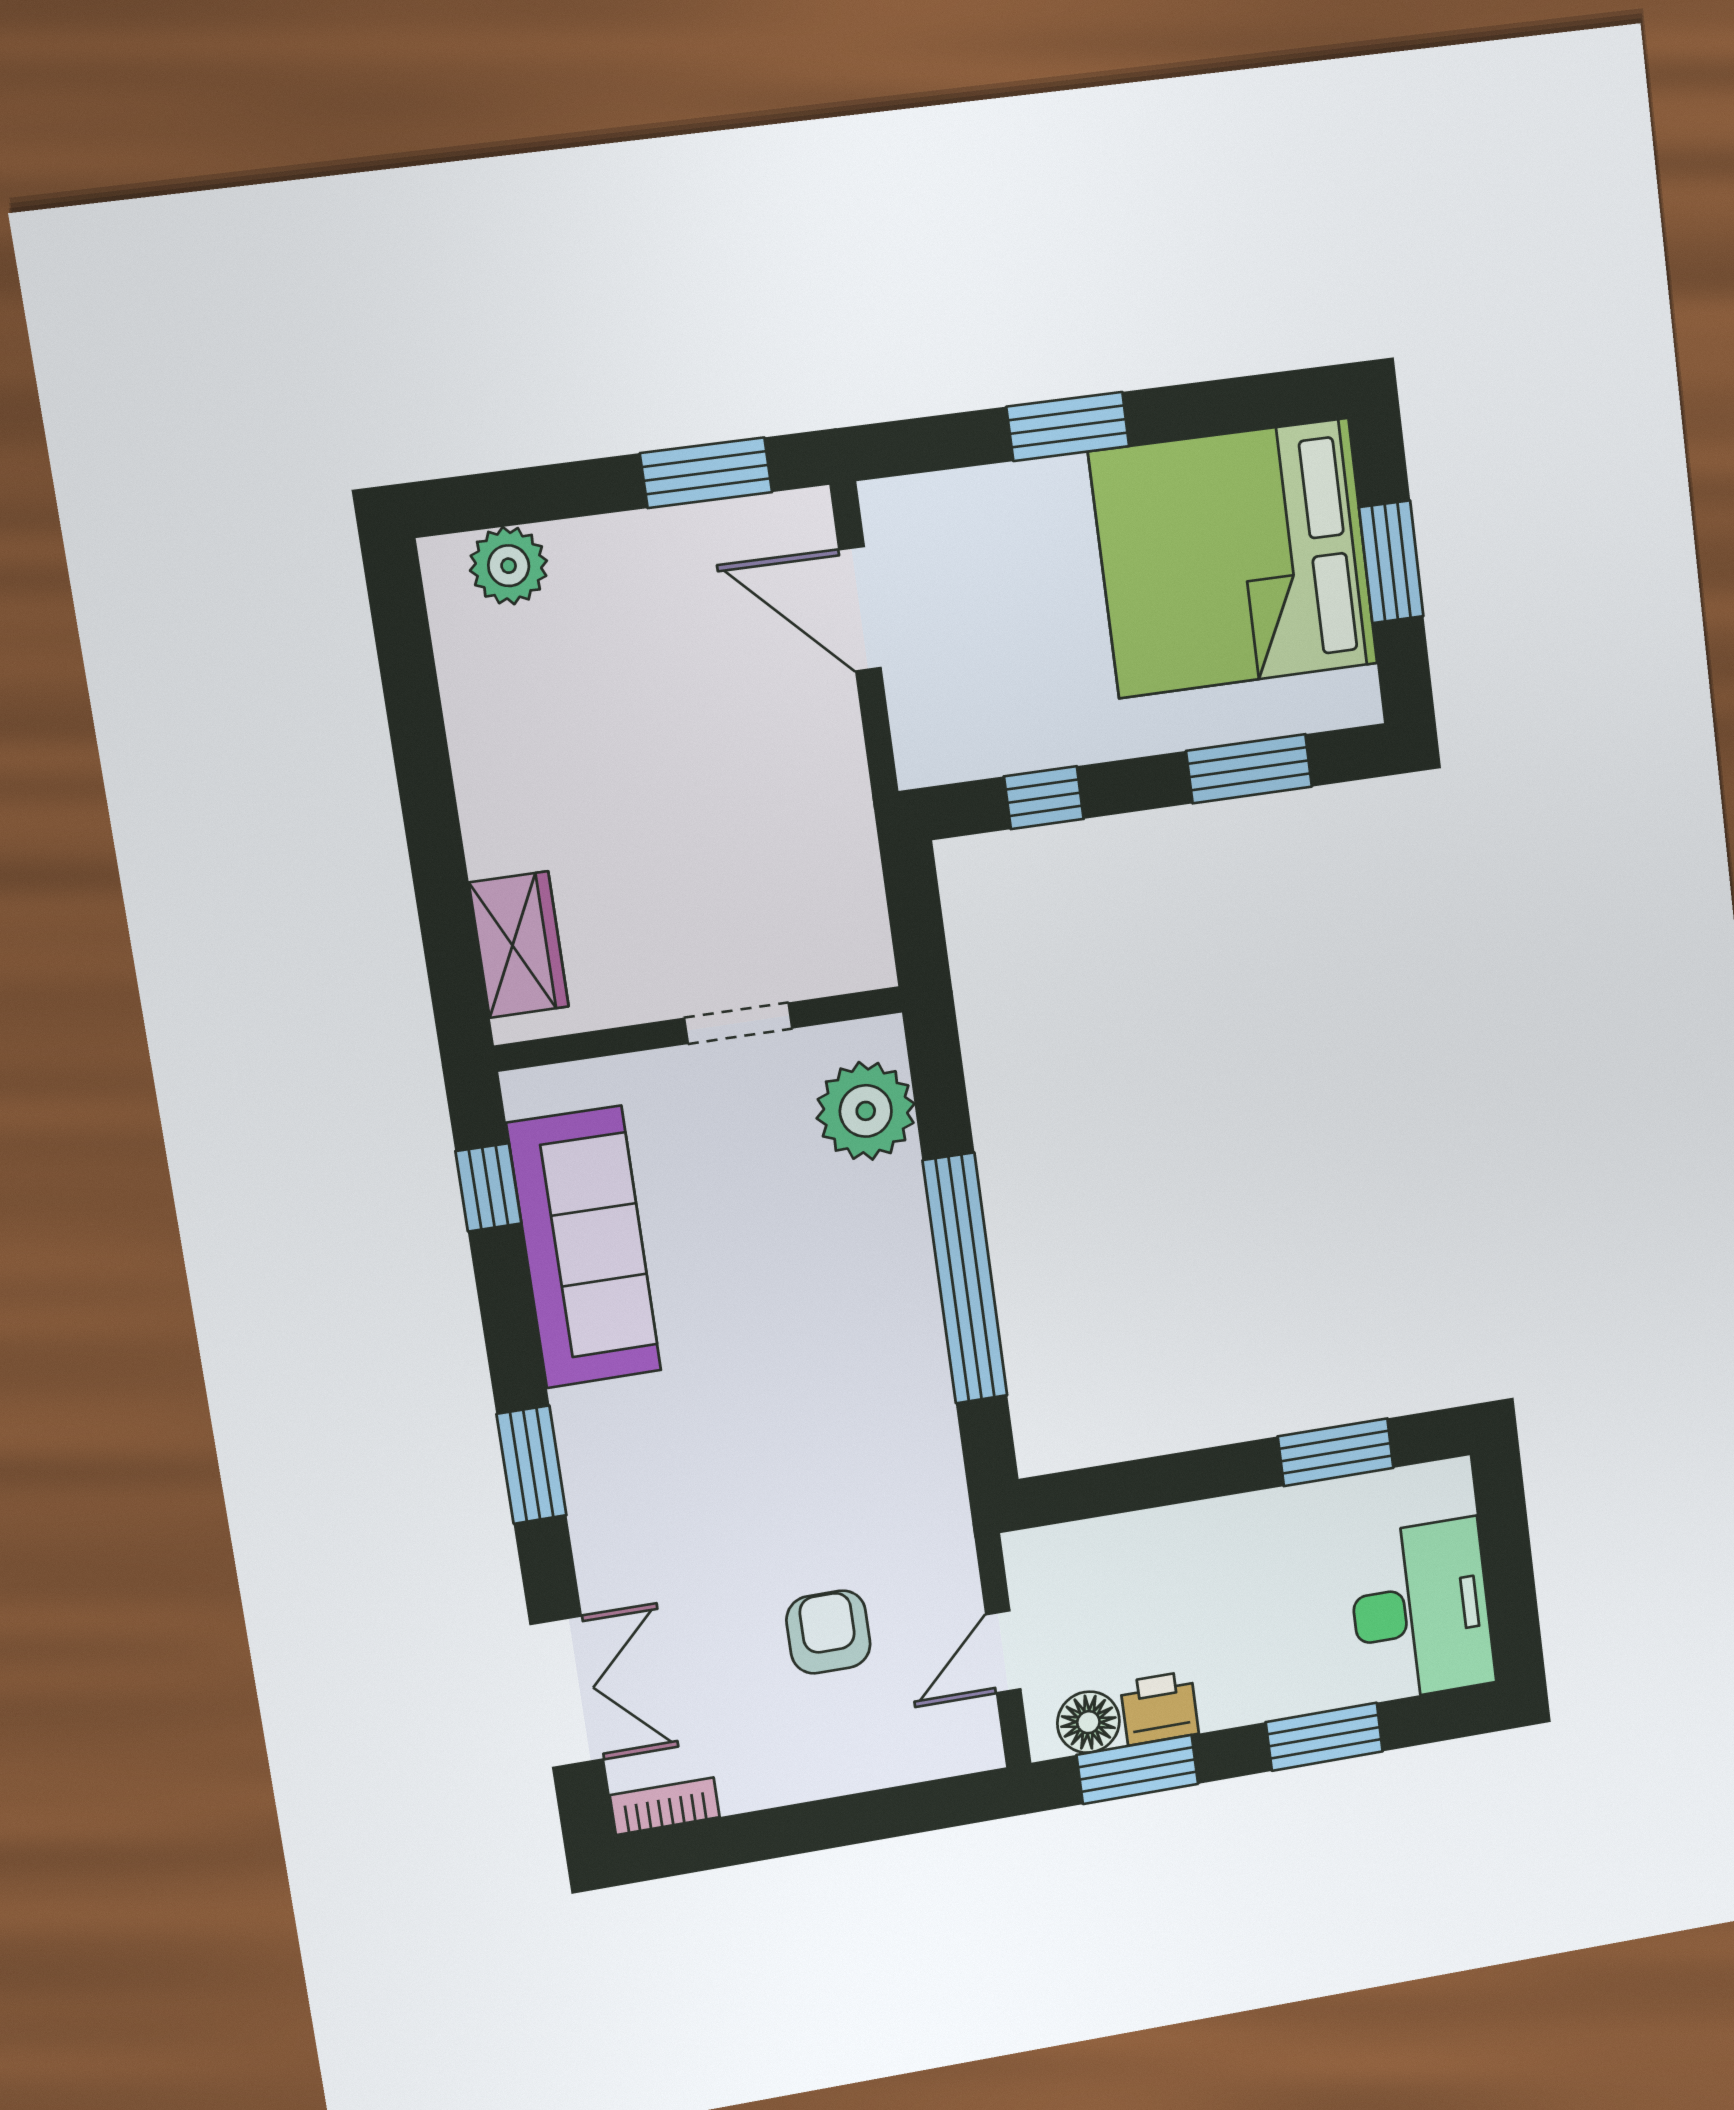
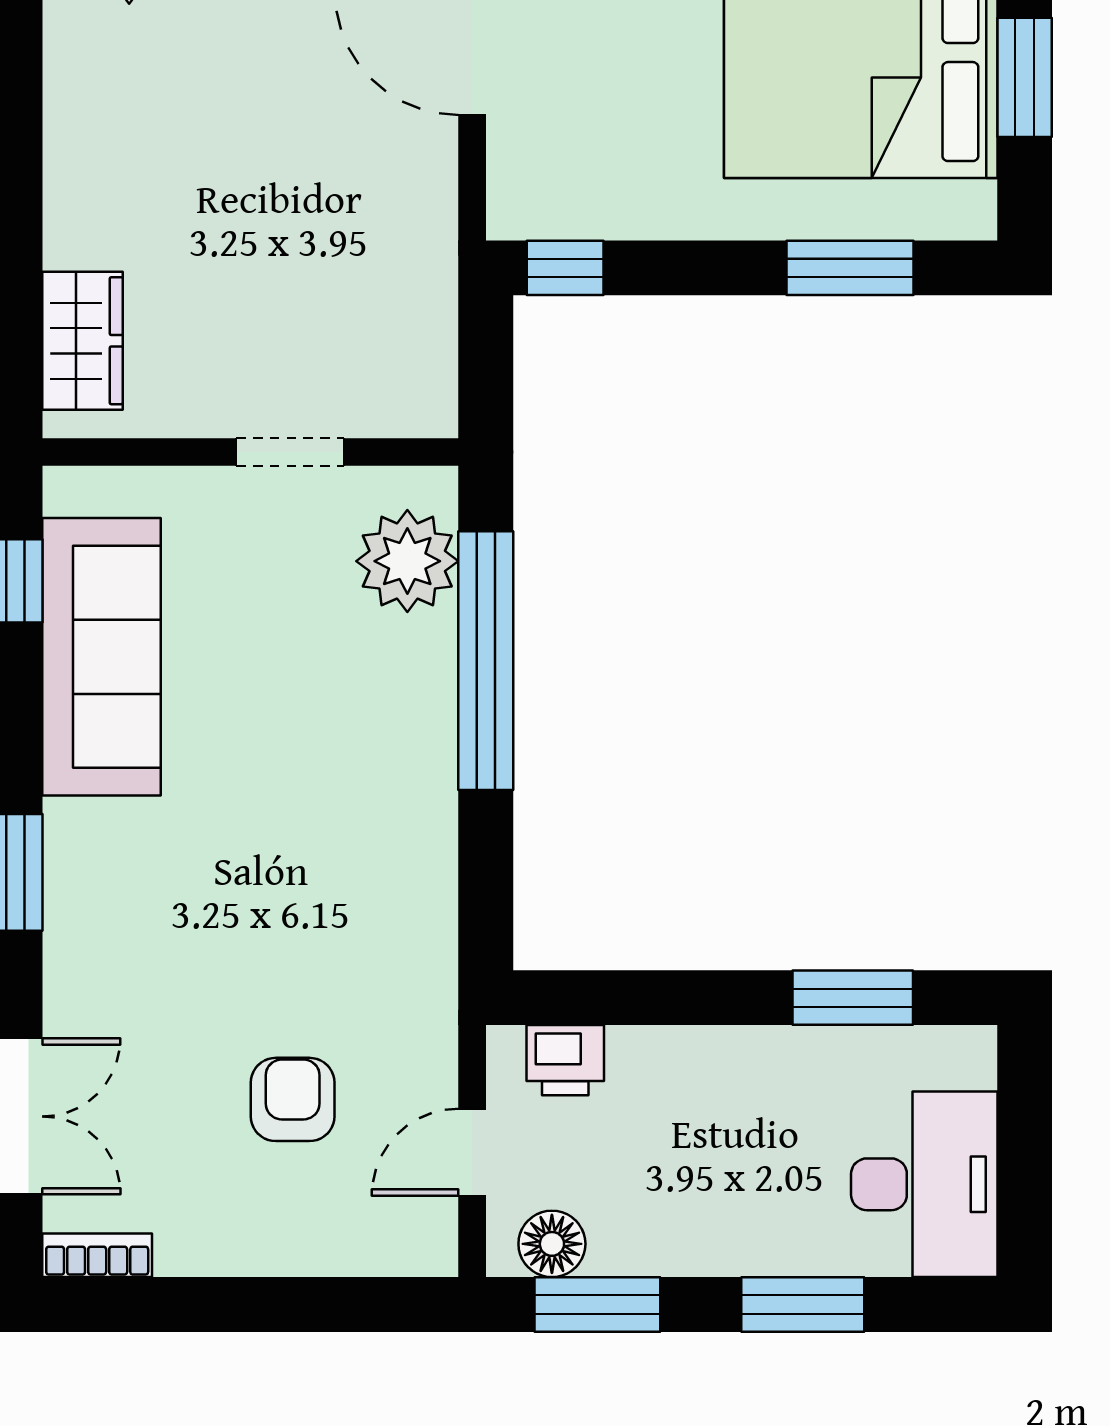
window: (1044, 798) -> (565, 268), moved
window: (965, 1278) -> (486, 661), moved
printer: (1159, 1708) -> (565, 1060), moved, turned 180

